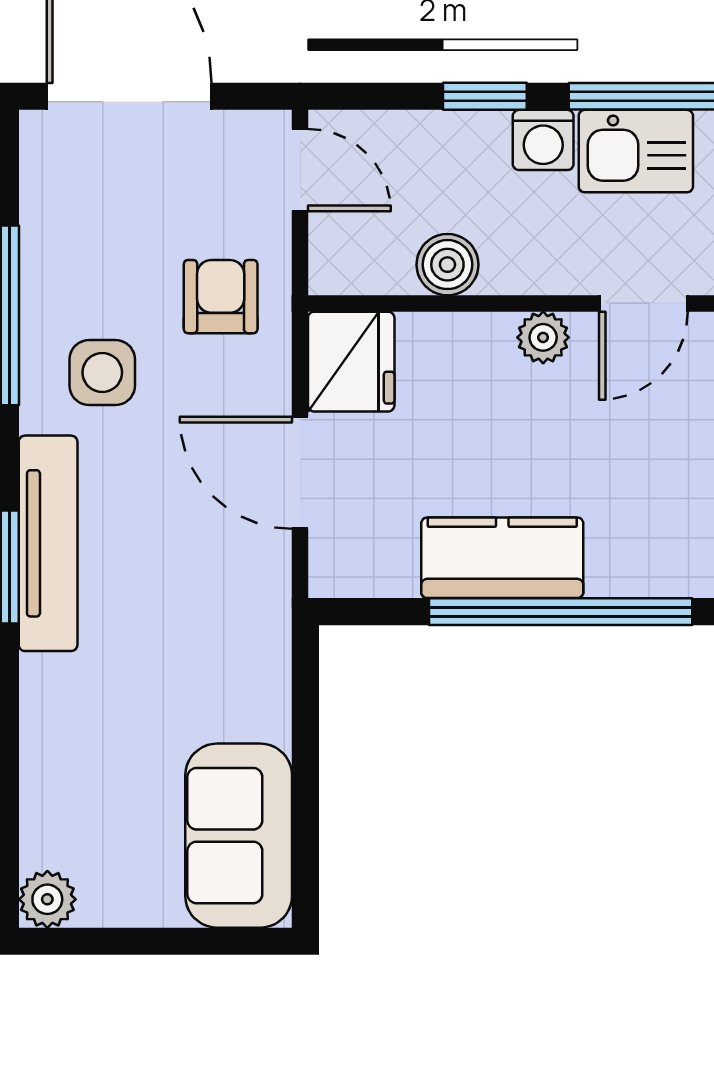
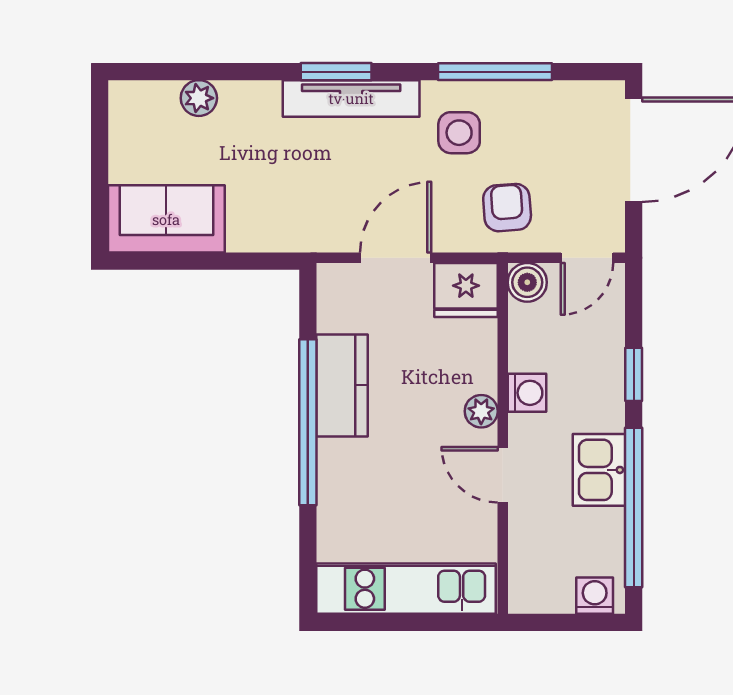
washing machine: (543, 140) -> (527, 393), moved, turned 180
boiler: (447, 265) -> (527, 282), moved
armchair: (221, 297) -> (507, 208), turned -94
plant: (47, 899) -> (199, 98), moved

